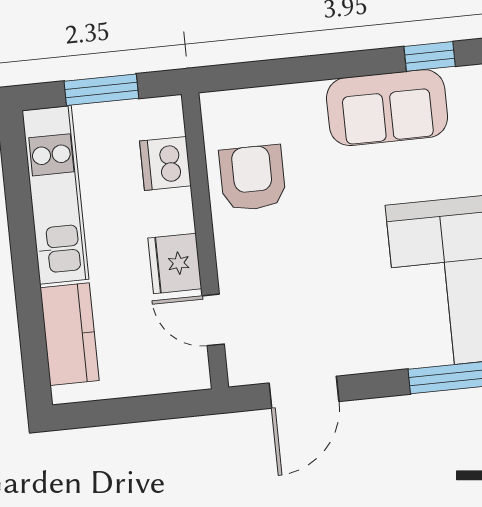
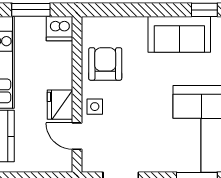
dishwasher: (165, 163) -> (60, 29), moved, turned -90
side table: (241, 261) -> (95, 107), added

